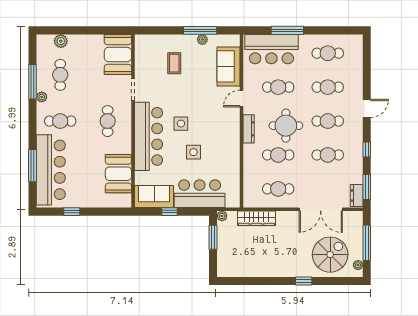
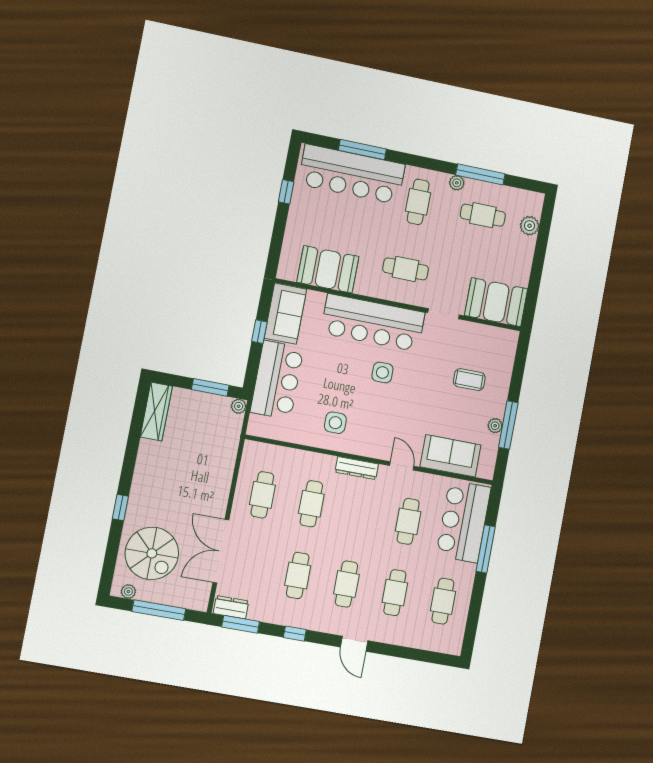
round table: (286, 126) -> (351, 522), removed
side table: (194, 152) -> (335, 423), moved
wardrobe: (256, 218) -> (156, 411), moved, turned 180

